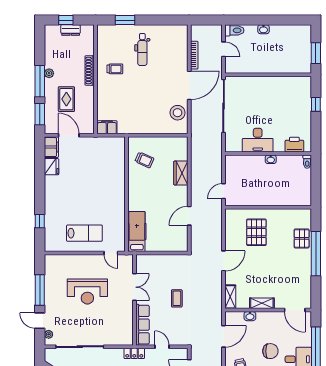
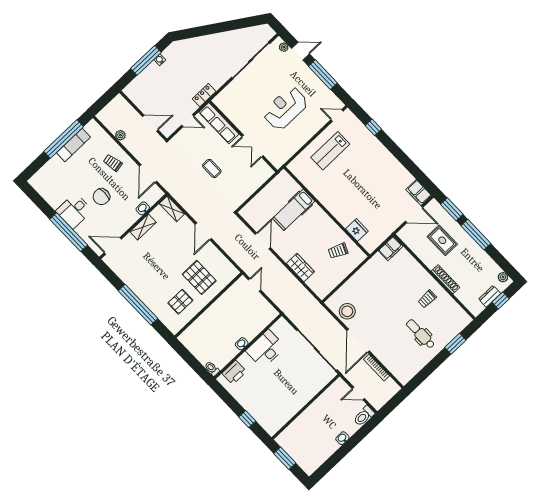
plant: (49, 73) -> (503, 277), moved
fridge: (51, 167) -> (357, 230), moved, turned 180
hospital bed: (137, 231) -> (294, 210), moved, turned 90
pallet: (302, 238) -> (180, 302), moved, turned 90
door: (111, 253) -> (337, 115), moved

